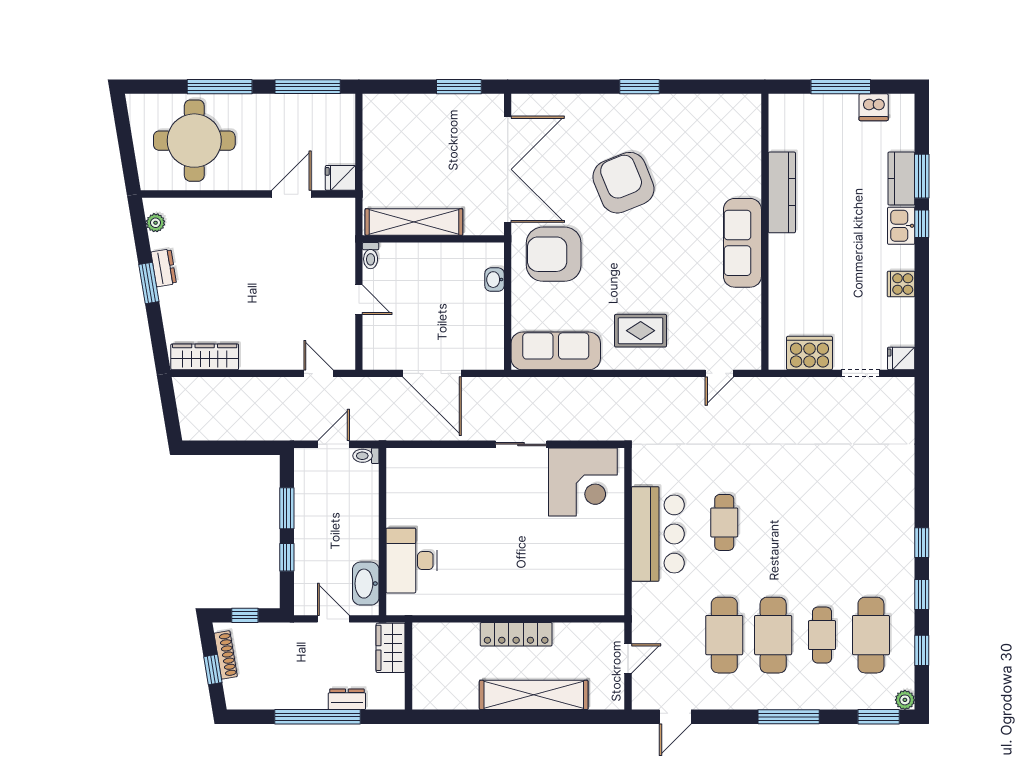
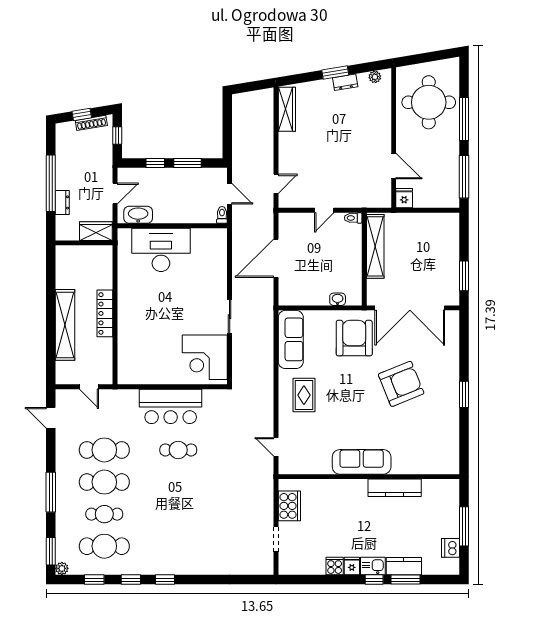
fridge: (901, 358) -> (352, 566), moved
desk: (412, 561) -> (161, 250), width x1.36, depth x1.30

